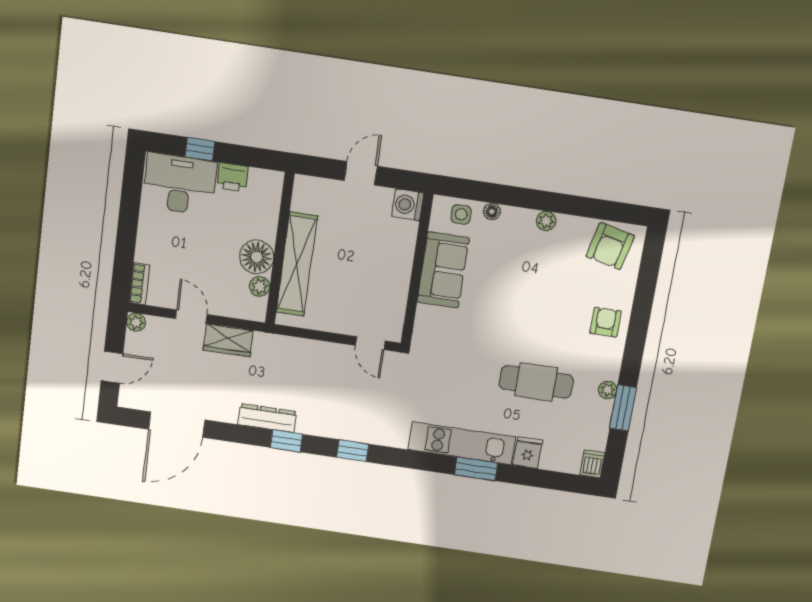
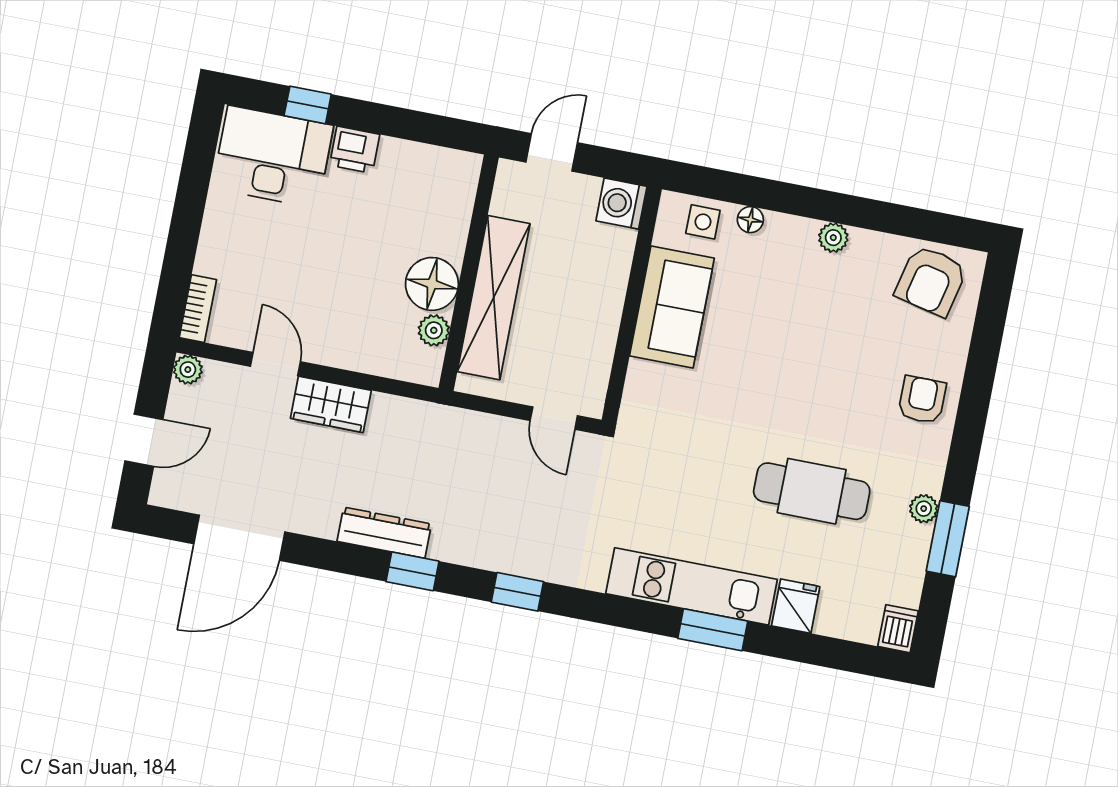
wall: (280, 249) -> (469, 273), moved
floor lamp: (257, 257) -> (432, 284), moved
shelving: (297, 264) -> (494, 298), moved
plant: (260, 286) -> (434, 330), moved

